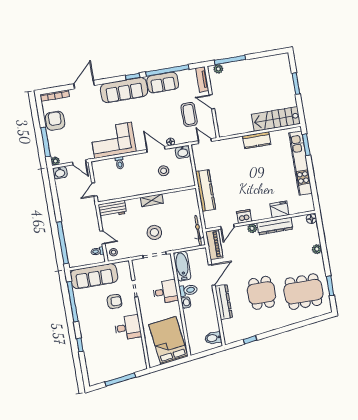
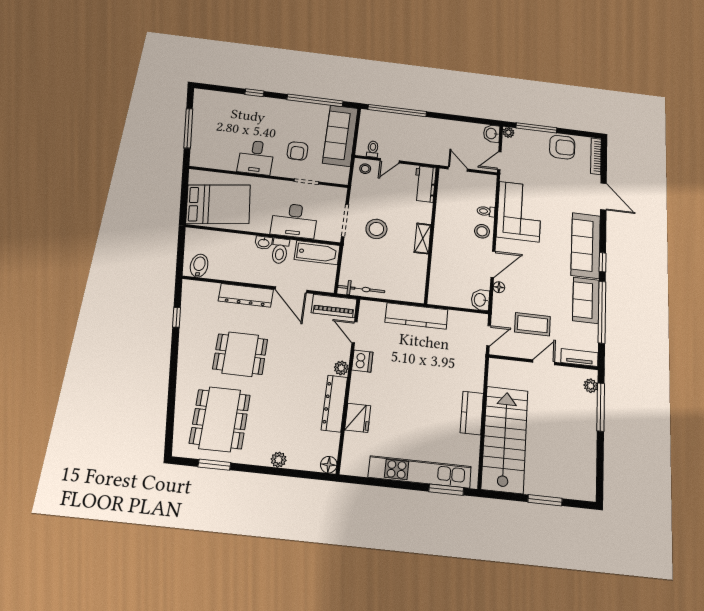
stairs: (276, 119) -> (505, 439), width x1.36, depth x1.51
stool: (164, 171) -> (482, 231), moved
desk: (165, 292) -> (294, 221), width x1.37

